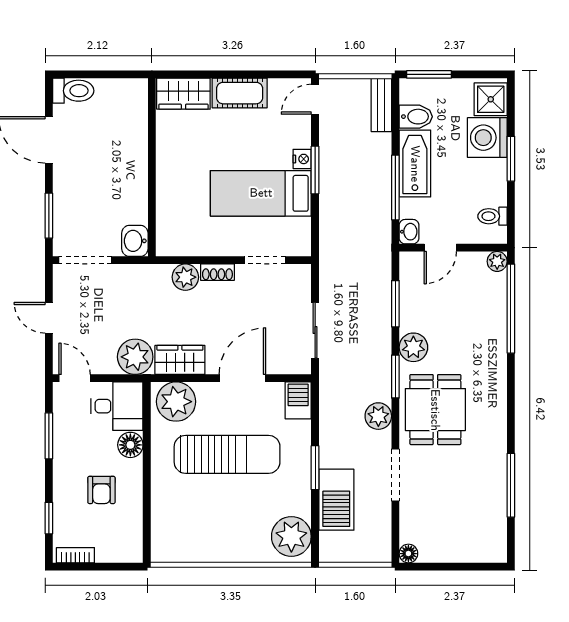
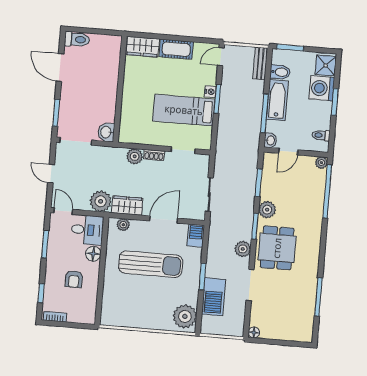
plant: (176, 402) -> (123, 225), width x0.53, depth x0.53

